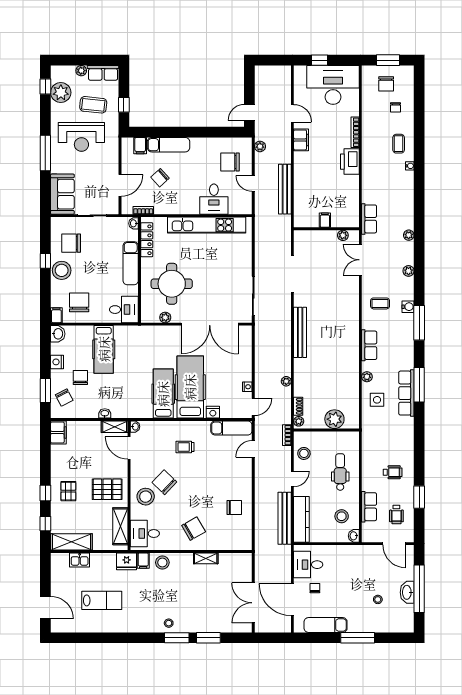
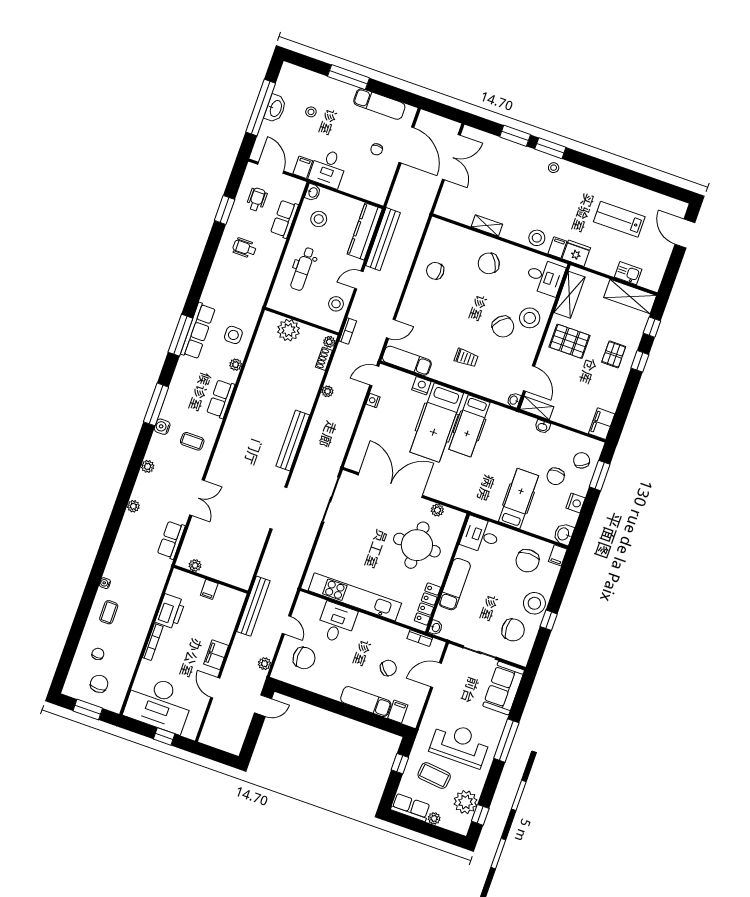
filing cabinet: (325, 220) -> (209, 589), moved
wall: (326, 229) -> (211, 579), moved
plant: (343, 235) -> (195, 565), moved
filing cabinet: (369, 553) -> (303, 167), added
desk: (308, 565) -> (328, 168), moved, turned 90

